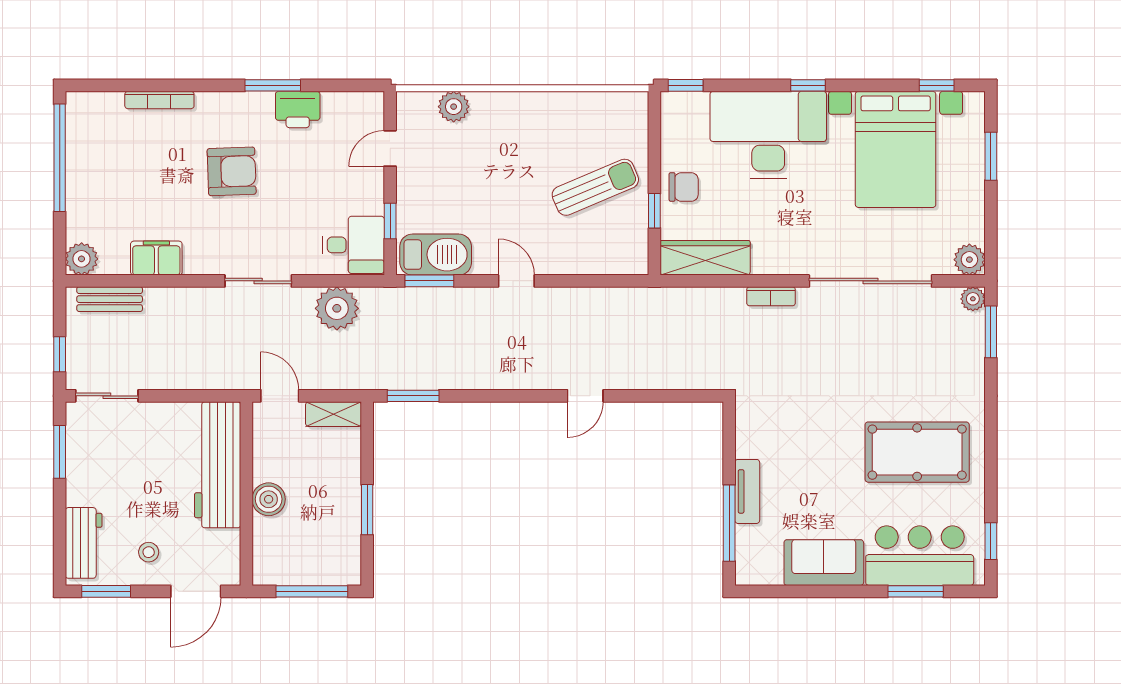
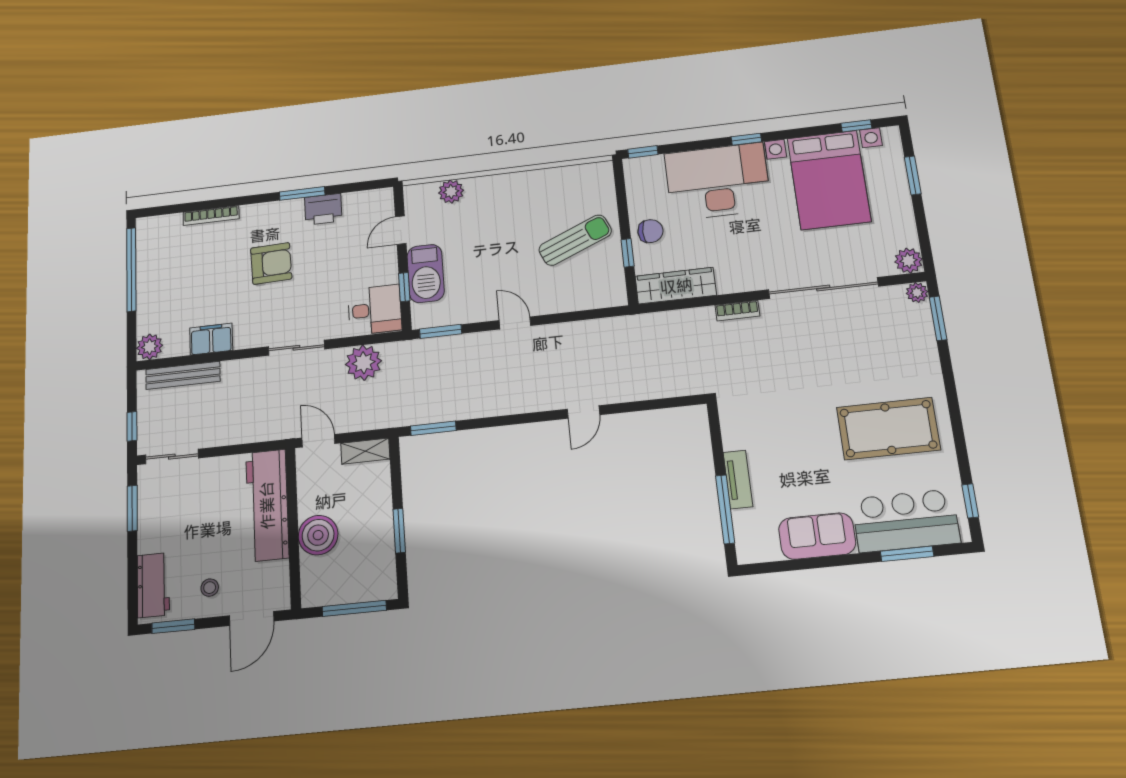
barbecue: (436, 255) -> (426, 274), moved, turned 90
bench: (110, 299) -> (183, 375), width x1.36
boiler: (269, 499) -> (318, 535), width x1.37, depth x1.37

